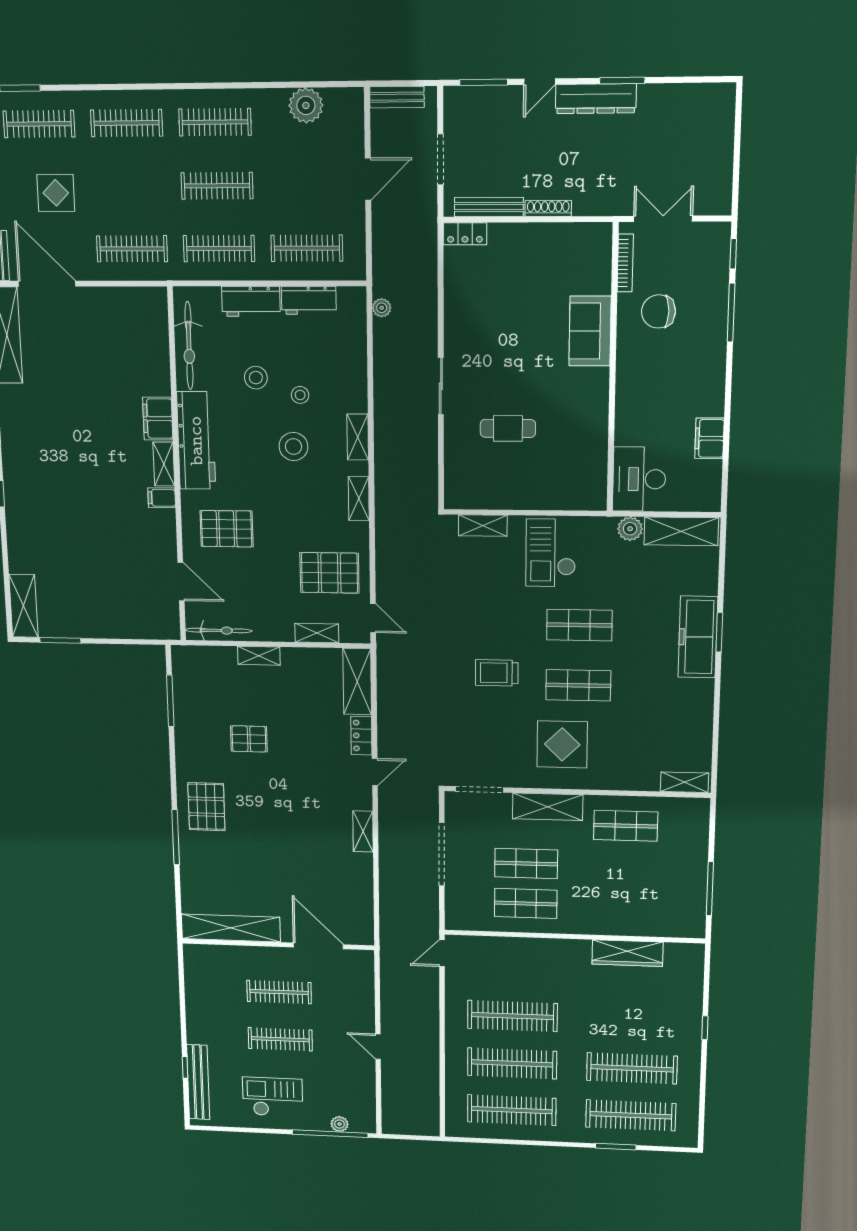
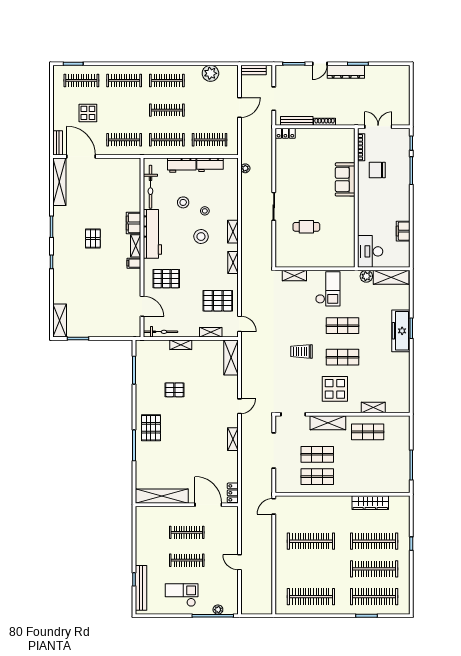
pallet: (79, 449) -> (93, 239), added
checkout: (551, 553) -> (328, 289), turned 180
locker: (361, 736) -> (233, 493), moved
shelving: (684, 782) -> (373, 407), moved
clothes rail: (512, 1063) -> (374, 541), moved

